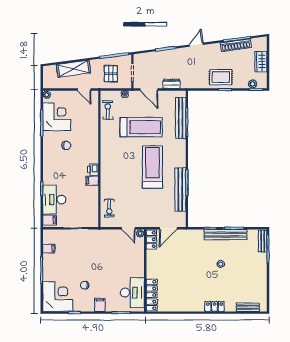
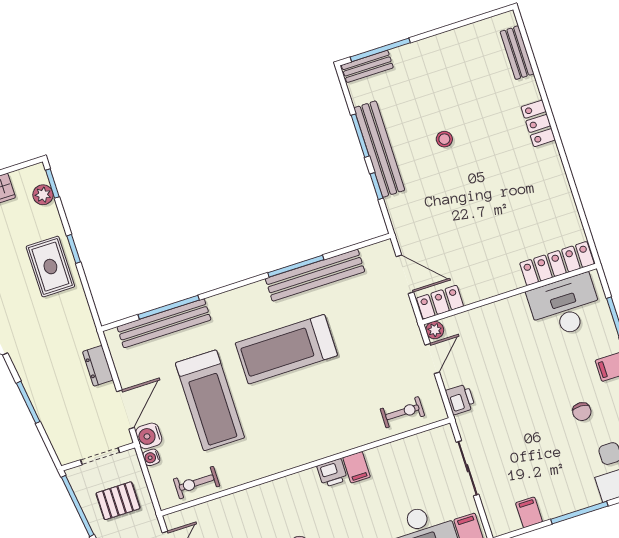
water cooler: (134, 96) -> (149, 436), added
treadmill: (141, 127) -> (210, 400), turned 180
printer: (107, 235) -> (460, 399), added

